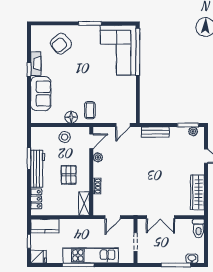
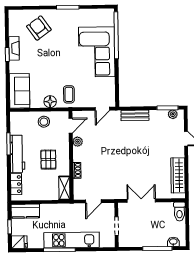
armchair: (61, 44) -> (39, 28), turned 94
corner sofa: (118, 50) -> (97, 52), moved
sofa: (41, 94) -> (20, 91), moved
double door: (160, 217) -> (141, 201), swing flipped

